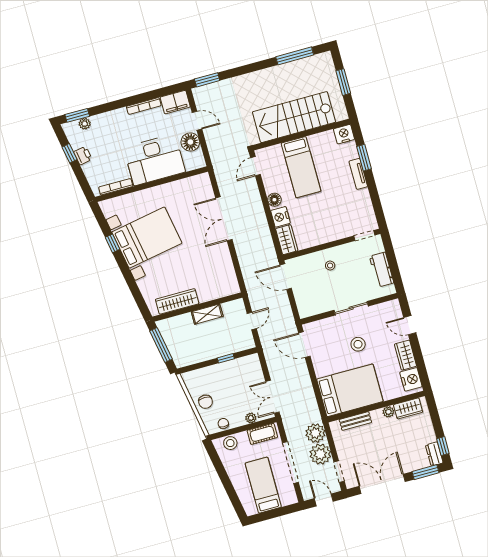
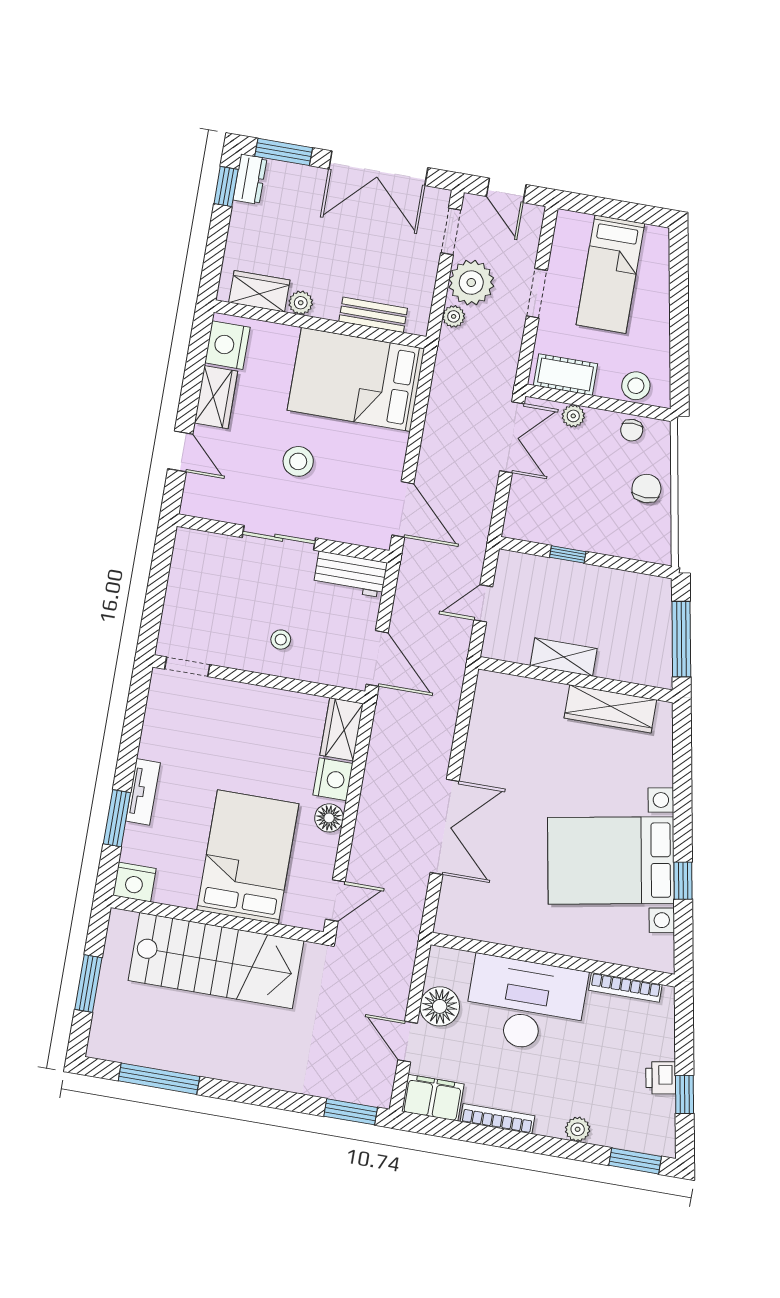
plant: (85, 124) -> (578, 1129), moved
bed: (301, 167) -> (248, 857), width x1.50
workbench: (382, 270) -> (350, 574), moved, turned 90
plant: (315, 433) -> (454, 316), width x0.53, depth x0.53
doorway: (290, 463) -> (537, 293), width x0.53

